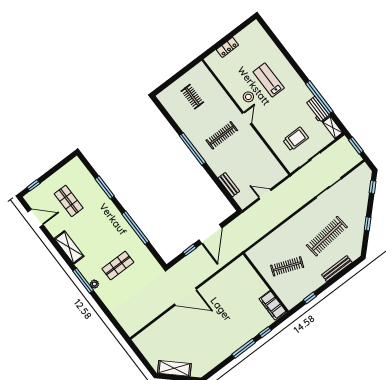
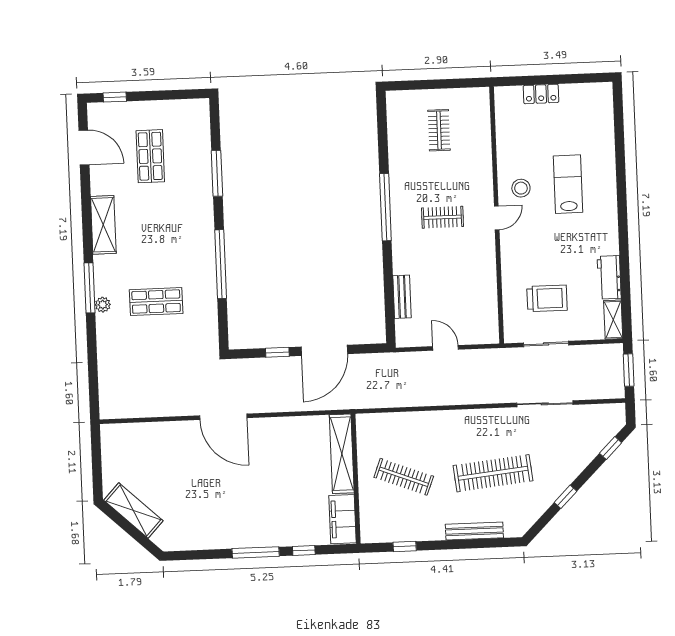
window: (319, 98) -> (624, 262), removed
clothes rail: (222, 135) -> (442, 217), width x0.73
shelving: (251, 276) -> (342, 454), added

